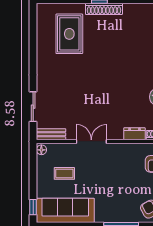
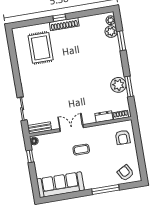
coffee table: (64, 173) -> (81, 150), moved
window: (33, 207) -> (30, 156), moved

